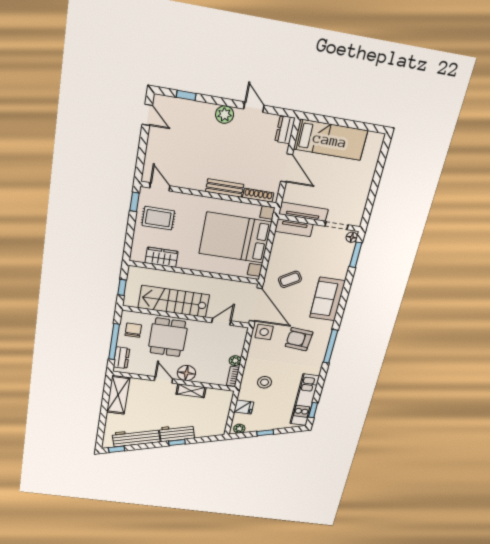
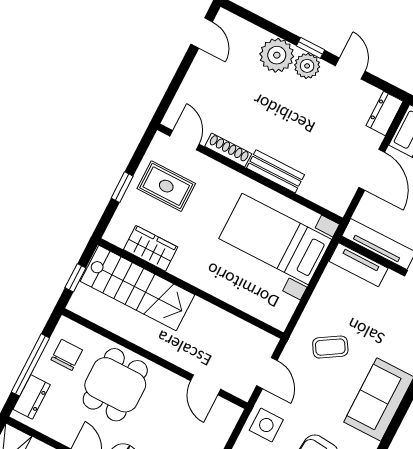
window: (186, 95) -> (311, 48), moved
plant: (202, 114) -> (277, 55), added
shoe rack: (258, 195) -> (228, 150), moved
window: (134, 202) -> (122, 187), moved
bed with nightstands: (235, 238) -> (275, 239), width x0.73
stairs: (174, 301) -> (137, 288), moved, turned 180
door: (256, 305) -> (267, 373), width x0.53
door: (221, 322) -> (206, 385), swing flipped

